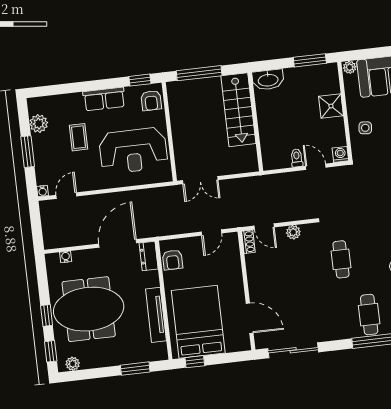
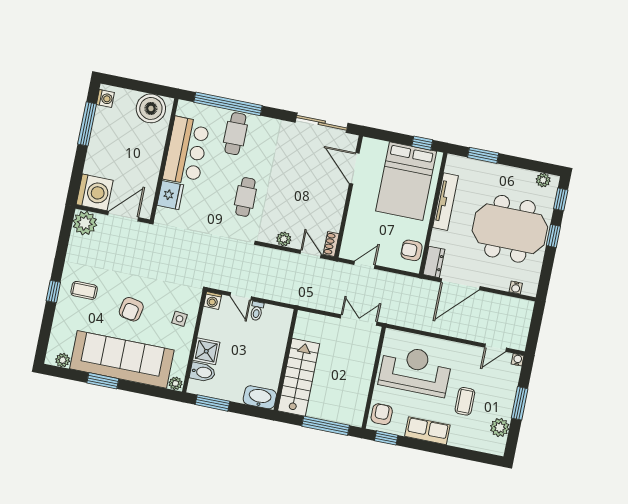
bidet: (328, 86) -> (203, 372), added
armchair: (172, 260) -> (412, 250), turned -90

